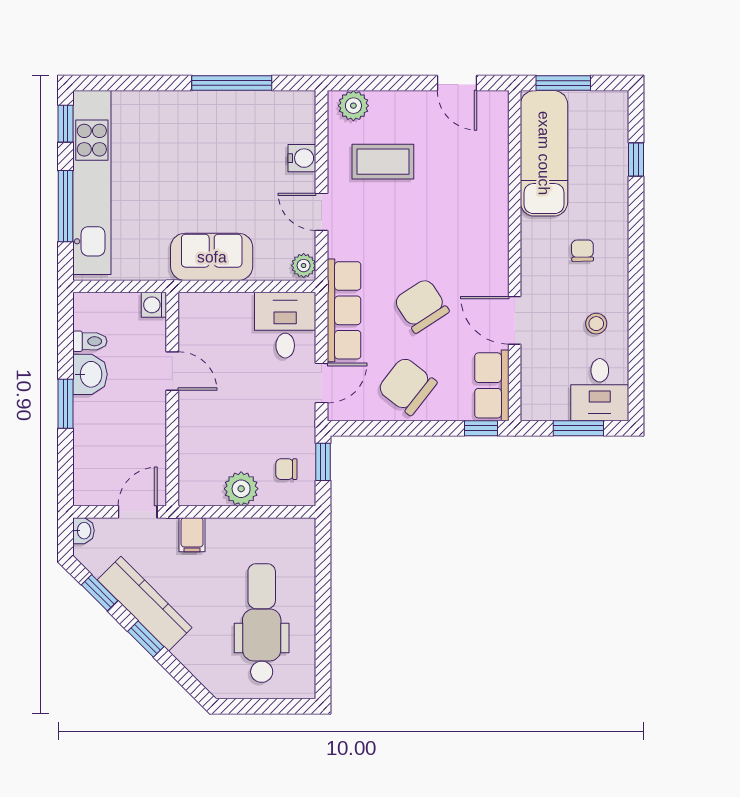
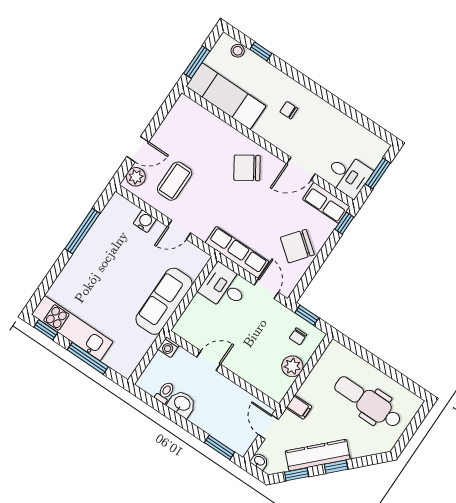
door: (457, 83) -> (138, 149), moved
kitchen unit: (92, 182) -> (72, 328), width x0.73
sofa: (212, 257) -> (164, 301), width x1.36
plant: (304, 266) -> (200, 257), removed
chair: (421, 306) -> (247, 168), moved
stool: (596, 324) -> (238, 51), moved
desk: (600, 390) -> (348, 175), moved
window: (66, 404) -> (220, 447), moved

